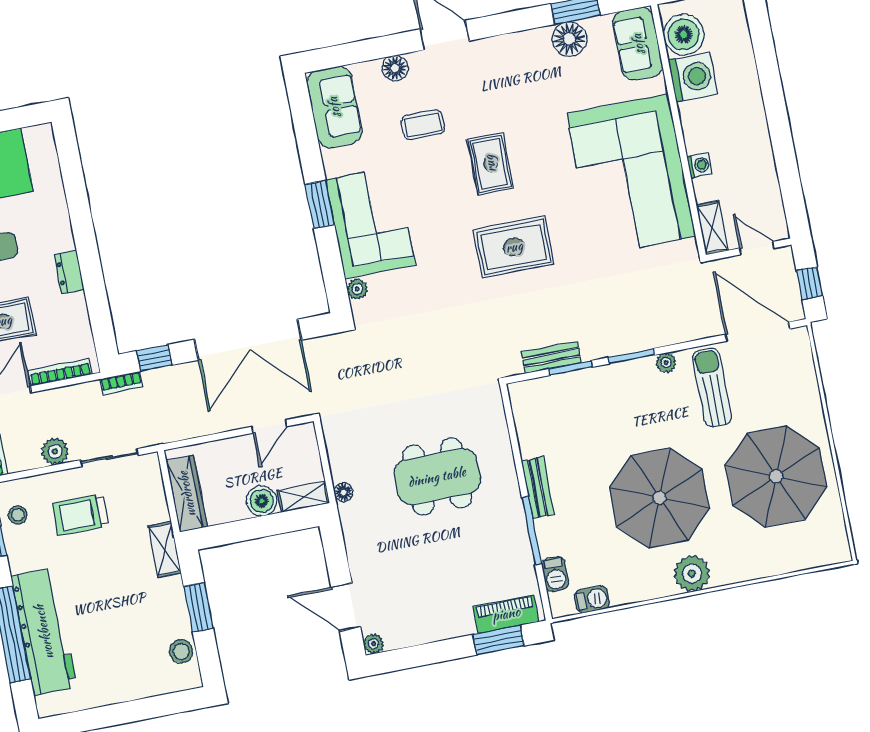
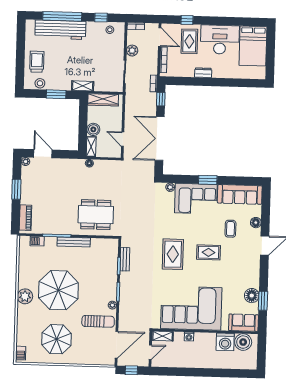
sofa: (334, 107) -> (240, 194), width x1.36
parasol: (776, 476) -> (56, 339), width x0.73, depth x0.73
dining table: (437, 477) -> (96, 215), moved, turned 90
bench: (538, 488) -> (74, 242), width x1.36
trolley: (80, 515) -> (37, 62), moved
barbecue: (592, 599) -> (21, 353), moved
door: (346, 607) -> (43, 154), hinge flipped
window: (499, 640) -> (16, 189), moved

